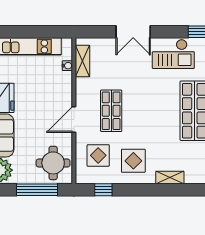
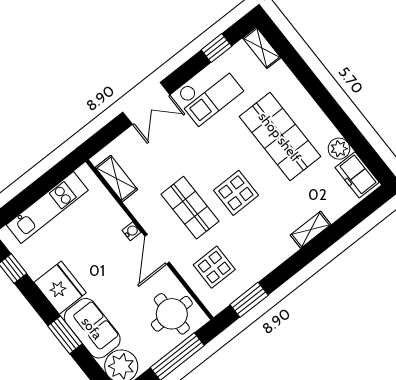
water cooler: (67, 66) -> (132, 231), moved
display table: (133, 161) -> (236, 193), moved
window: (103, 190) -> (249, 300), width x1.50

